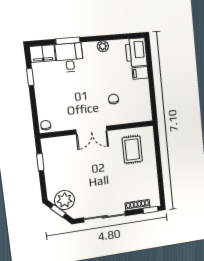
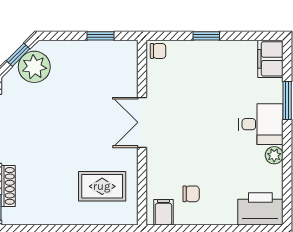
desk: (69, 58) -> (261, 124), moved
filing cabinet: (140, 73) -> (163, 212), moved
window: (30, 77) -> (206, 36), moved
chair: (114, 99) -> (191, 194), moved

